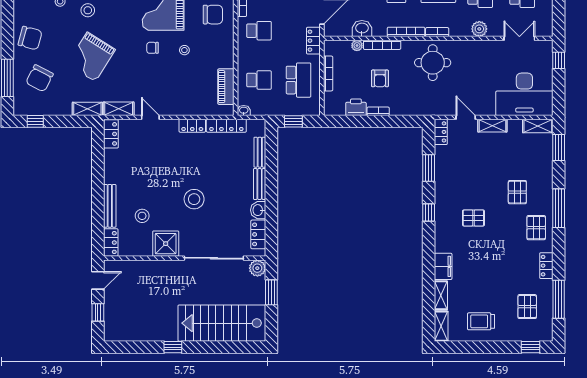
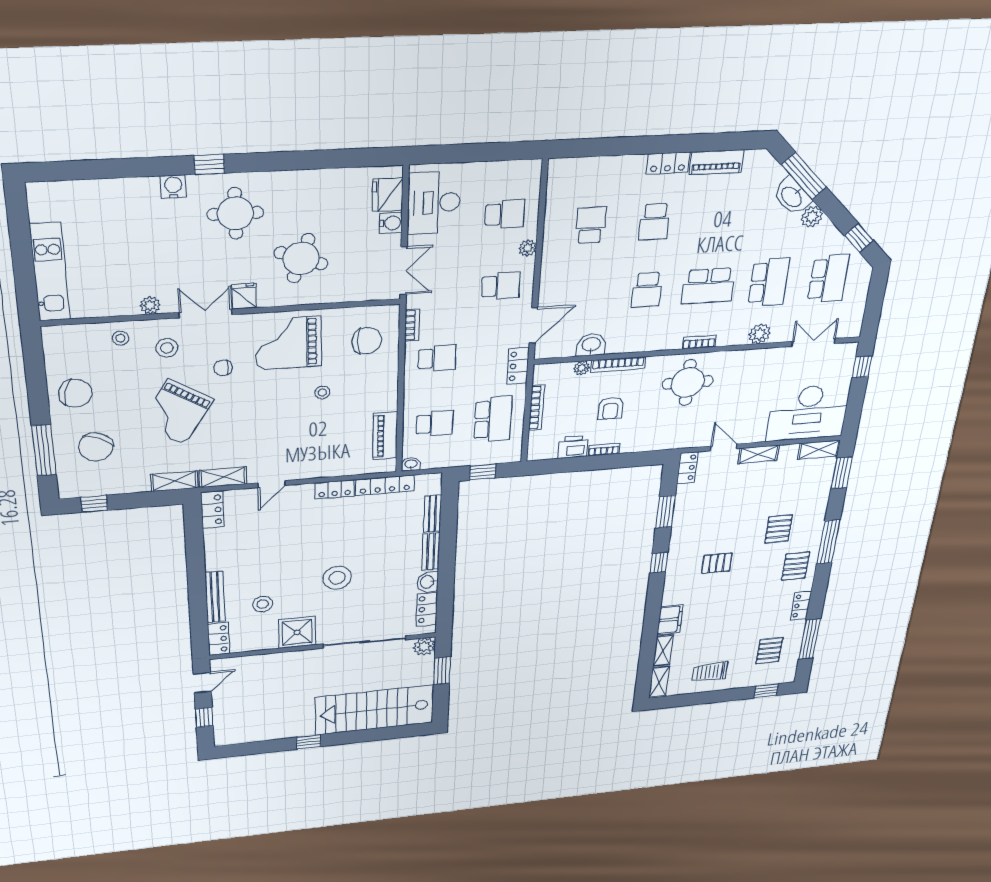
bookcase: (406, 32) -> (655, 345), removed
chair: (153, 48) -> (223, 368), moved
door: (150, 117) -> (272, 484), swing flipped

